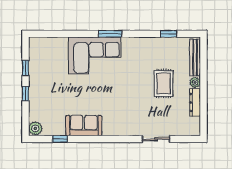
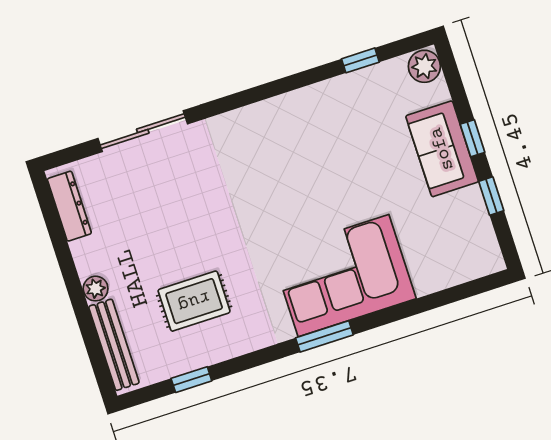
rug: (164, 83) -> (194, 301), moved, turned 90
dresser: (195, 102) -> (69, 206), moved
sofa: (84, 126) -> (442, 149), moved, turned 90
sliding door: (156, 139) -> (143, 131), width x1.37

